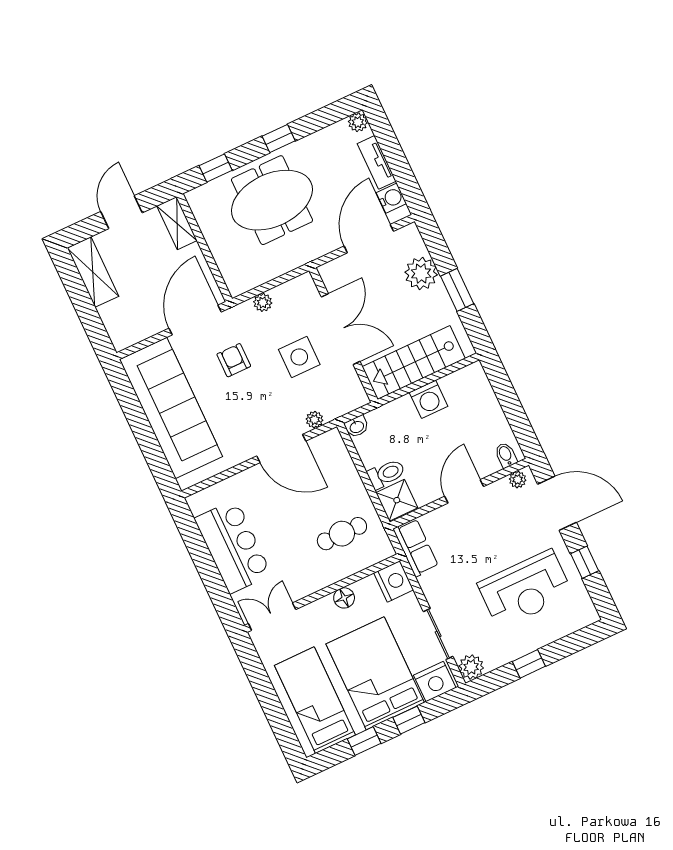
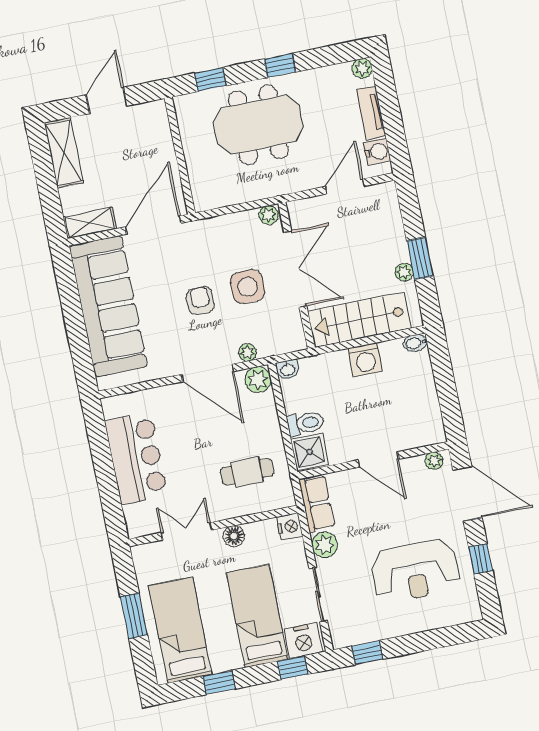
shelving: (177, 223) -> (90, 223), moved, turned 90
door: (369, 239) -> (345, 186), width x0.73
plant: (421, 273) -> (404, 272), moved, width x0.53, depth x0.53
plant: (263, 302) -> (269, 215), moved
armchair: (234, 360) -> (200, 301), moved
plant: (331, 443) -> (258, 380), added
bidet: (506, 455) -> (415, 343), moved, turned -90
door: (464, 491) -> (378, 459), swing flipped
nightstand: (394, 581) -> (290, 527), width x0.74, depth x0.75
double door: (272, 617) -> (187, 531), moved
window: (529, 664) -> (367, 653), moved
plant: (471, 667) -> (325, 545), moved
bed: (375, 673) -> (257, 616), width x0.67
window: (267, 697) -> (134, 616), added
window: (409, 720) -> (293, 668), moved

